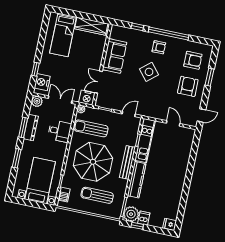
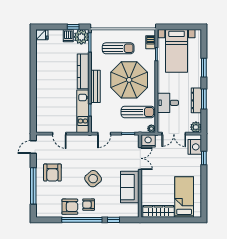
armchair: (193, 60) -> (70, 207), moved, turned 180
window: (209, 77) -> (33, 186), width x2.11

